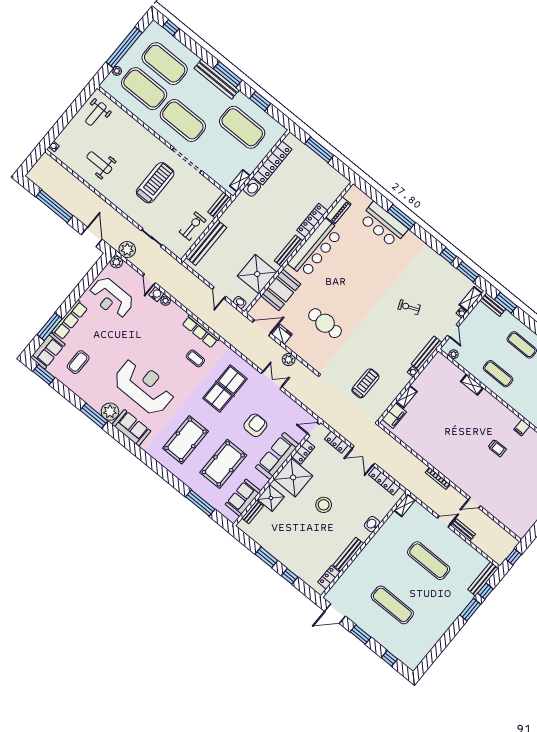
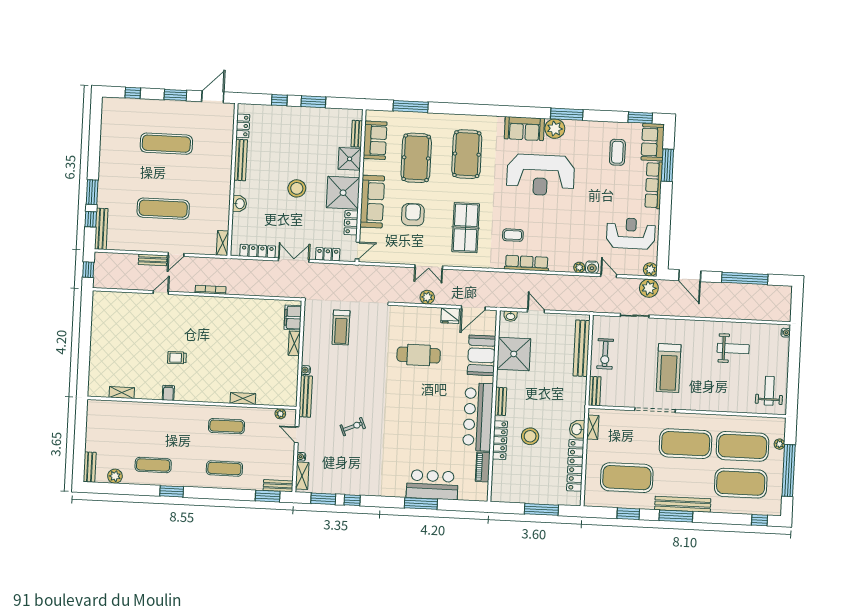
stool: (289, 207) -> (530, 436), added
bench: (289, 251) -> (501, 401), width x0.73
armchair: (255, 425) -> (413, 215), turned 180

